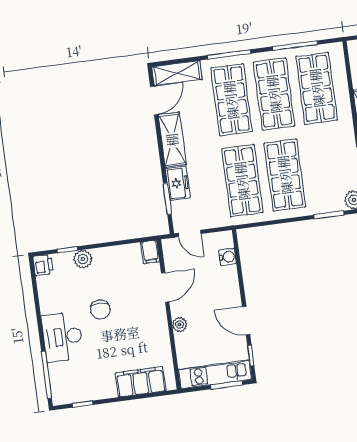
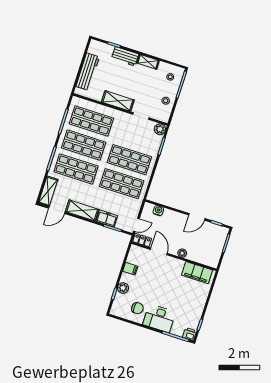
door: (154, 100) -> (57, 210), swing flipped
filing cabinet: (150, 252) -> (130, 269), moved
locker: (171, 253) -> (142, 240), added
printer: (43, 265) -> (189, 334), moved
chair: (100, 309) -> (137, 308), moved
kitchen unit: (215, 374) -> (217, 247), removed
filing cabinet: (141, 382) -> (197, 273), moved, turned -90

